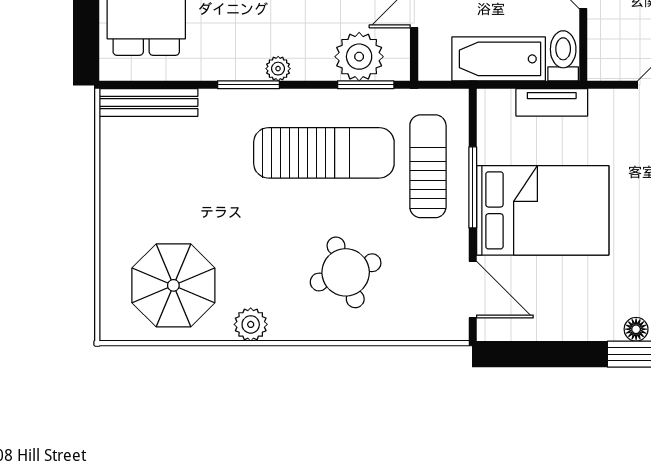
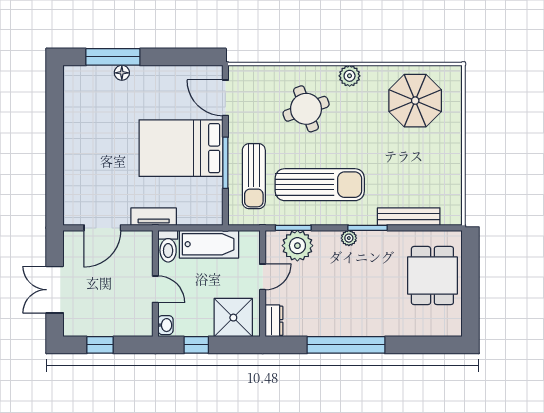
bench: (149, 102) -> (409, 217), moved
tv unit: (552, 102) -> (154, 217), moved
sun lounger: (324, 153) -> (320, 185), turned 180
plant: (251, 324) -> (350, 76), moved

